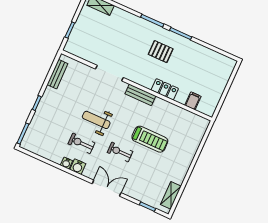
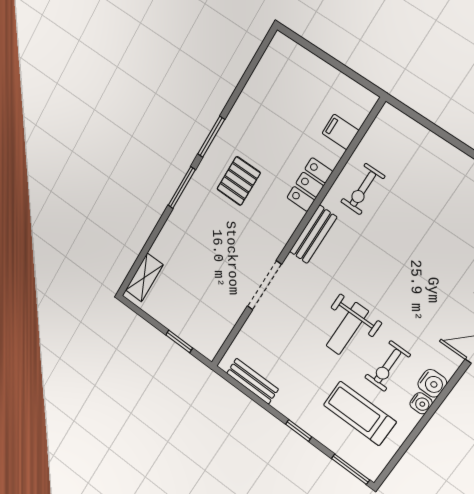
treadmill: (150, 139) -> (360, 413), moved, turned -90
exercise bike: (120, 152) -> (363, 189), moved

